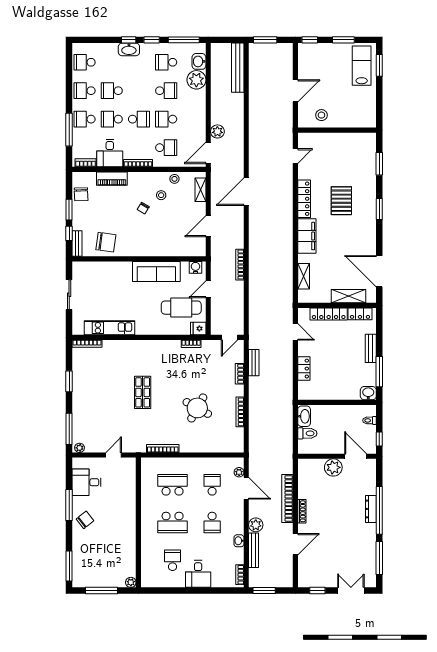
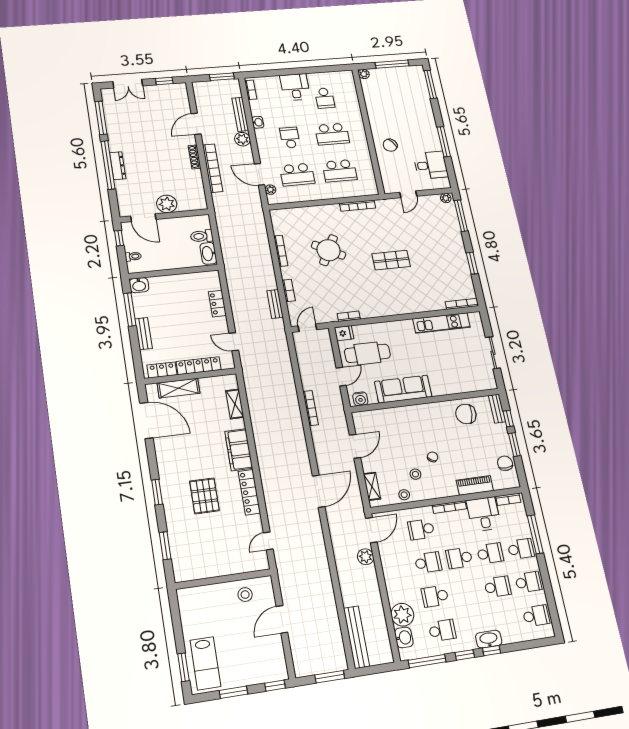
shop shelf: (143, 392) -> (391, 260), turned 90
school desk: (212, 485) -> (297, 175), width x1.85
chair: (85, 520) -> (390, 145), moved
school desk: (173, 522) -> (332, 134), turned 180

